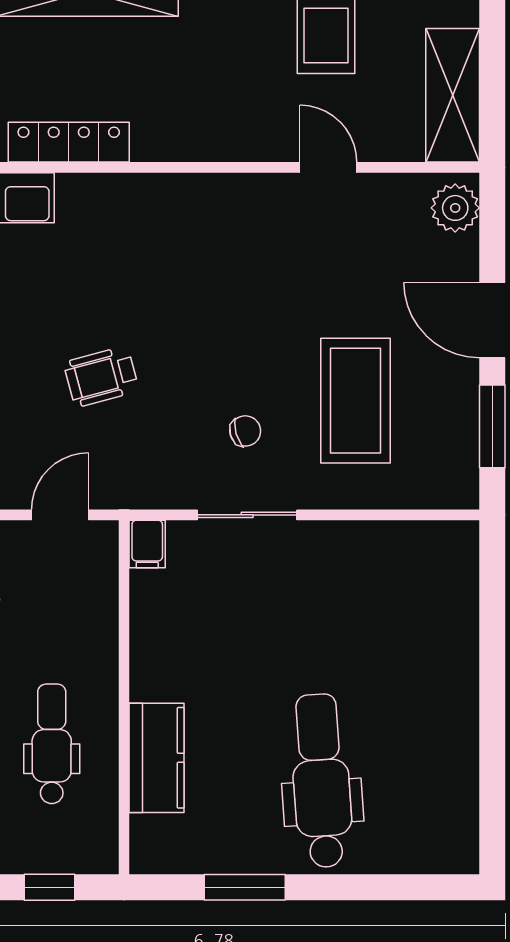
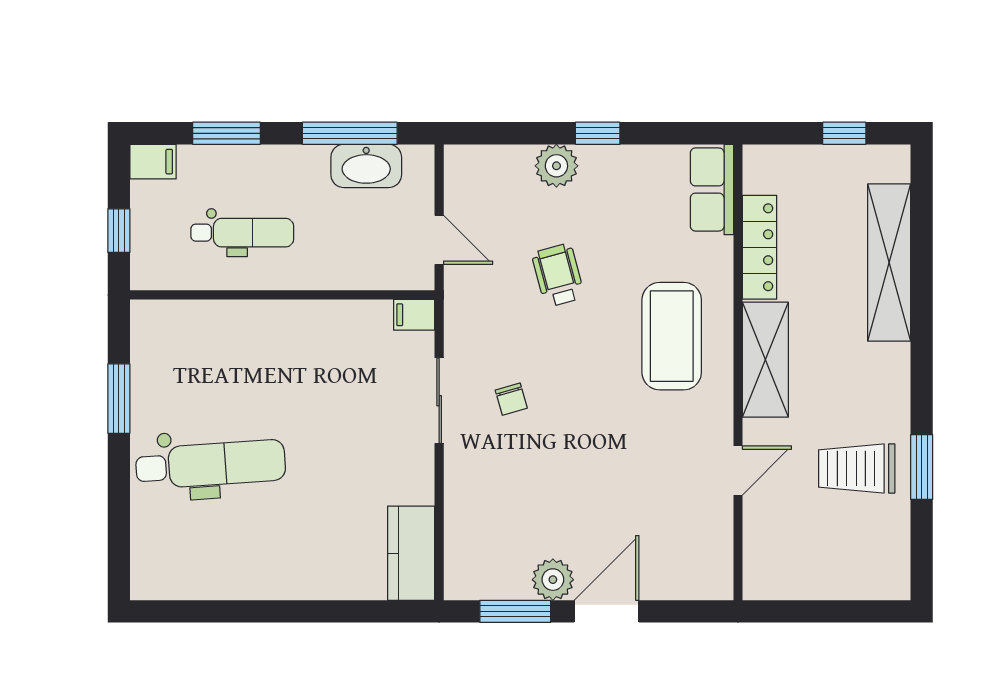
shelving: (453, 95) -> (765, 360), moved, turned 90
plant: (455, 208) -> (553, 580), moved
coffee table: (356, 401) -> (672, 336), moved, turned 90
kitchen counter: (157, 758) -> (411, 553), moved, turned 90

